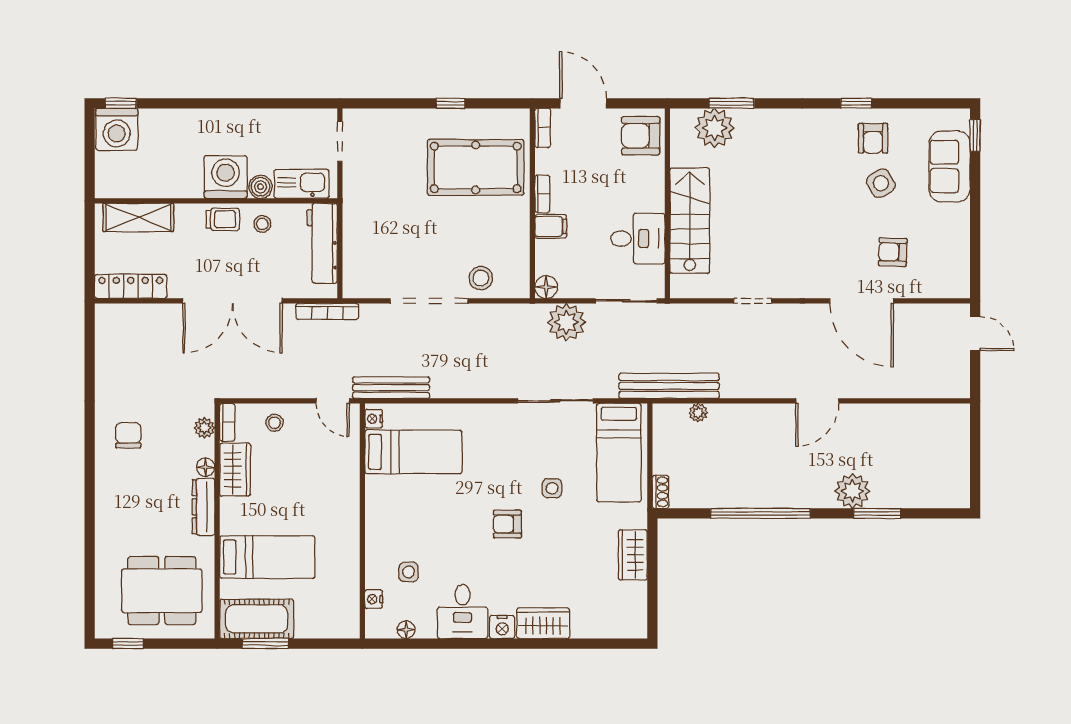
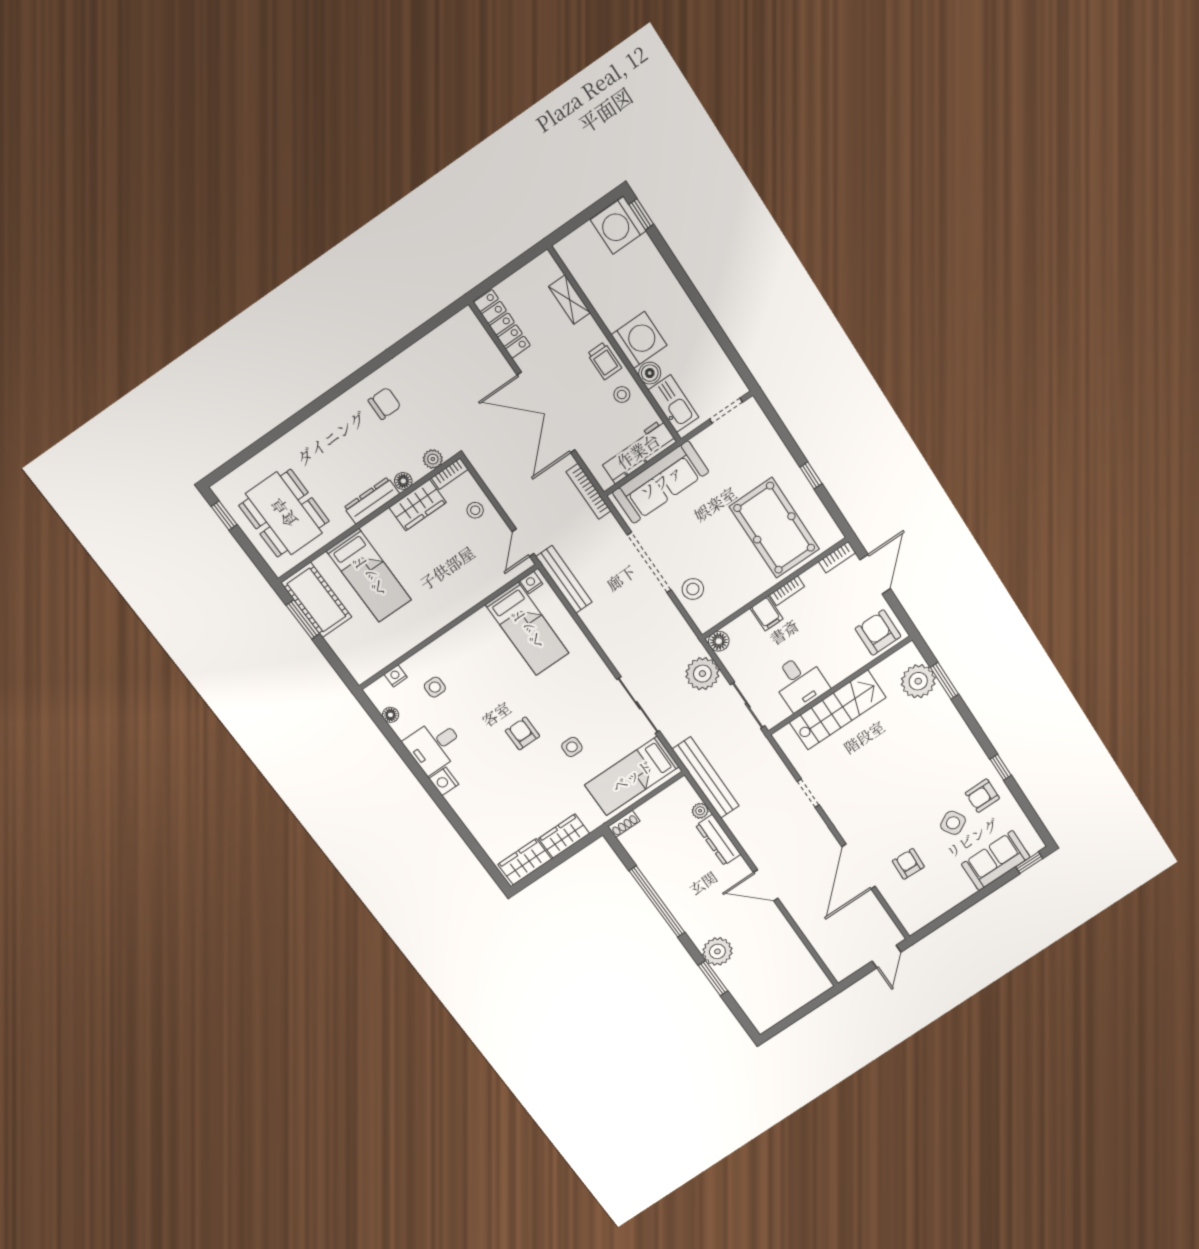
shelving: (138, 217) -> (569, 300), width x0.67, depth x0.75
sofa: (363, 242) -> (661, 482), added
dresser: (739, 415) -> (718, 840), added
wardrobe: (543, 623) -> (525, 862), moved, turned -90

